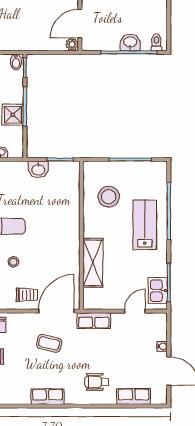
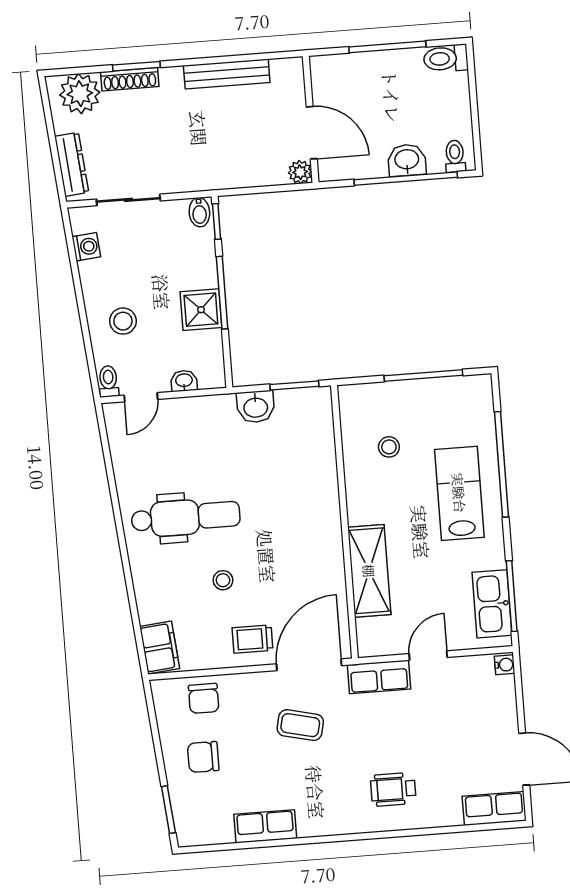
door: (80, 24) -> (312, 133), swing flipped
stool: (109, 197) -> (389, 447), width x0.53, depth x0.53
kitchen sink: (158, 291) -> (492, 604), width x1.38
trolley: (27, 295) -> (253, 639), turned 180
door: (135, 311) -> (428, 656), moved
water cooler: (162, 346) -> (505, 665), moved
row of seats: (134, 396) -> (494, 808), moved
row of seats: (47, 397) -> (265, 826), moved

